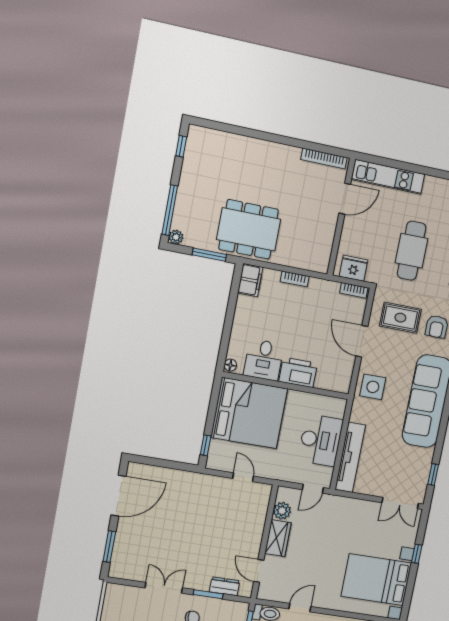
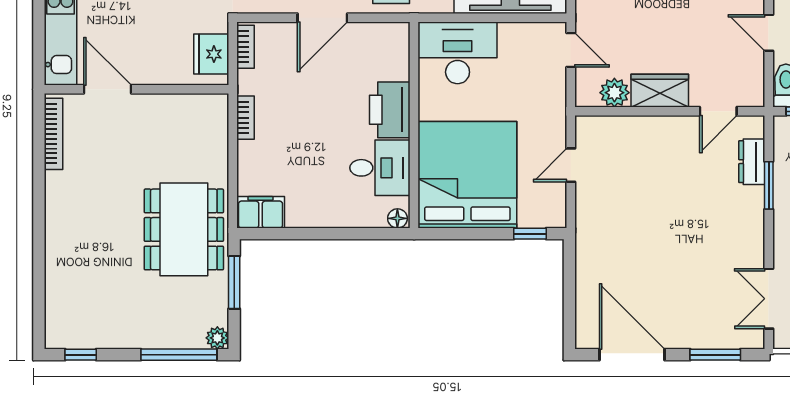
bookcase: (295, 279) -> (245, 118), moved
desk: (320, 440) -> (458, 53), moved
double door: (164, 588) -> (769, 299), moved

